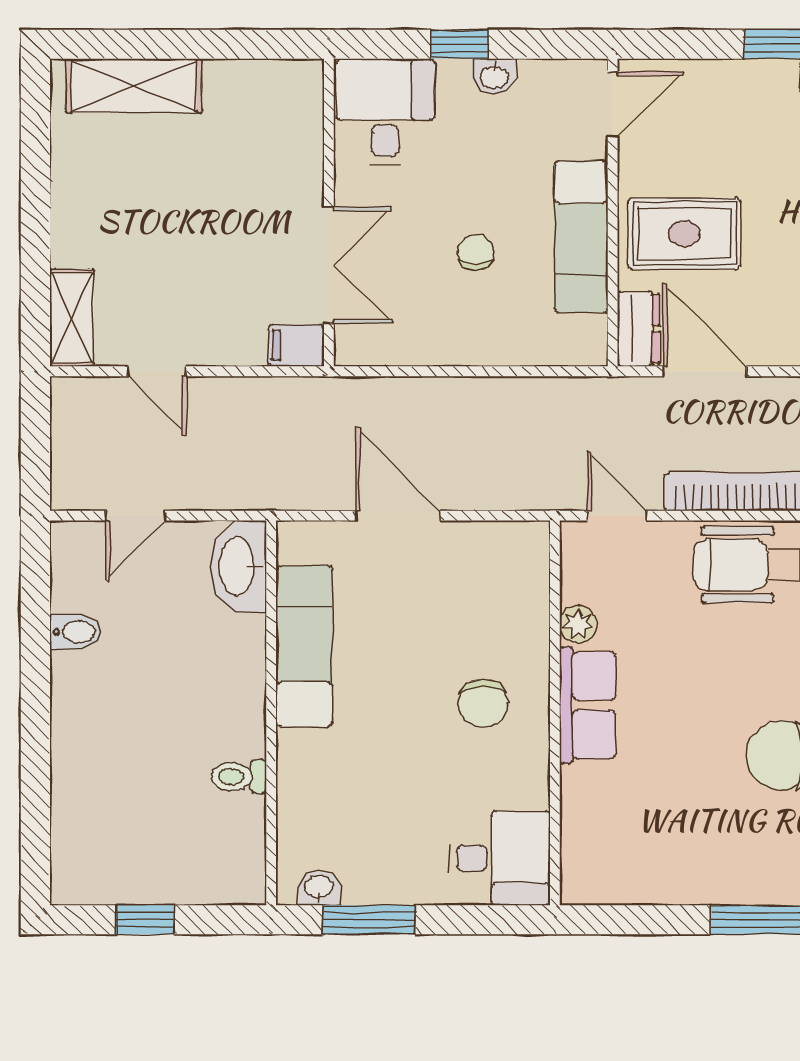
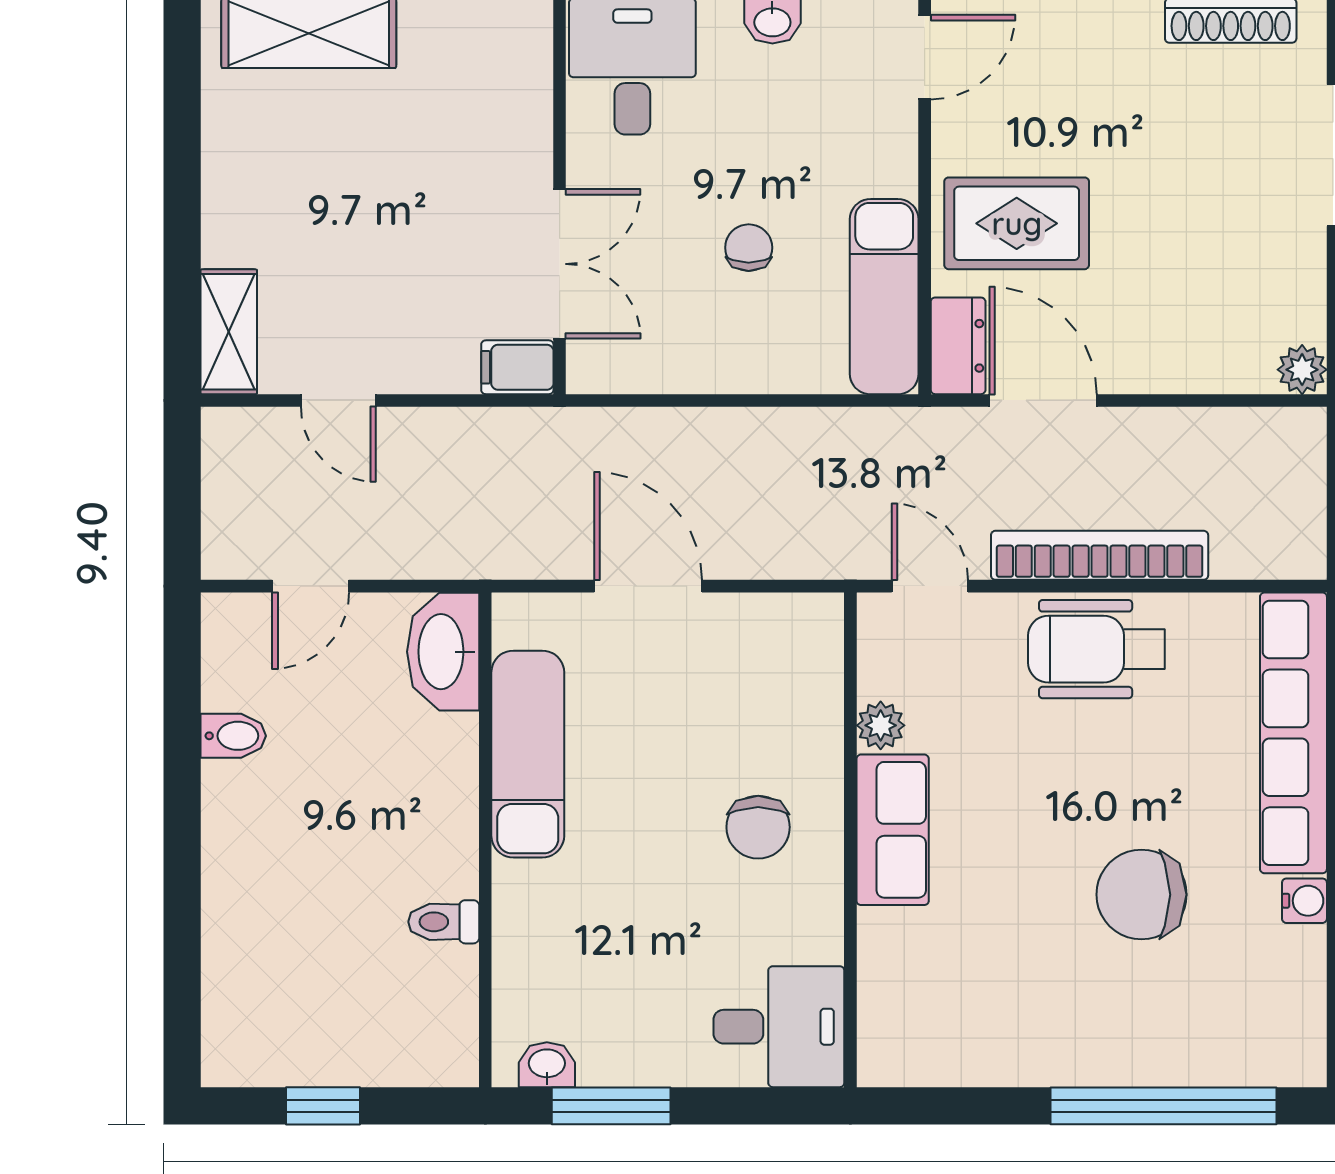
exam couch: (581, 237) -> (884, 297), moved

